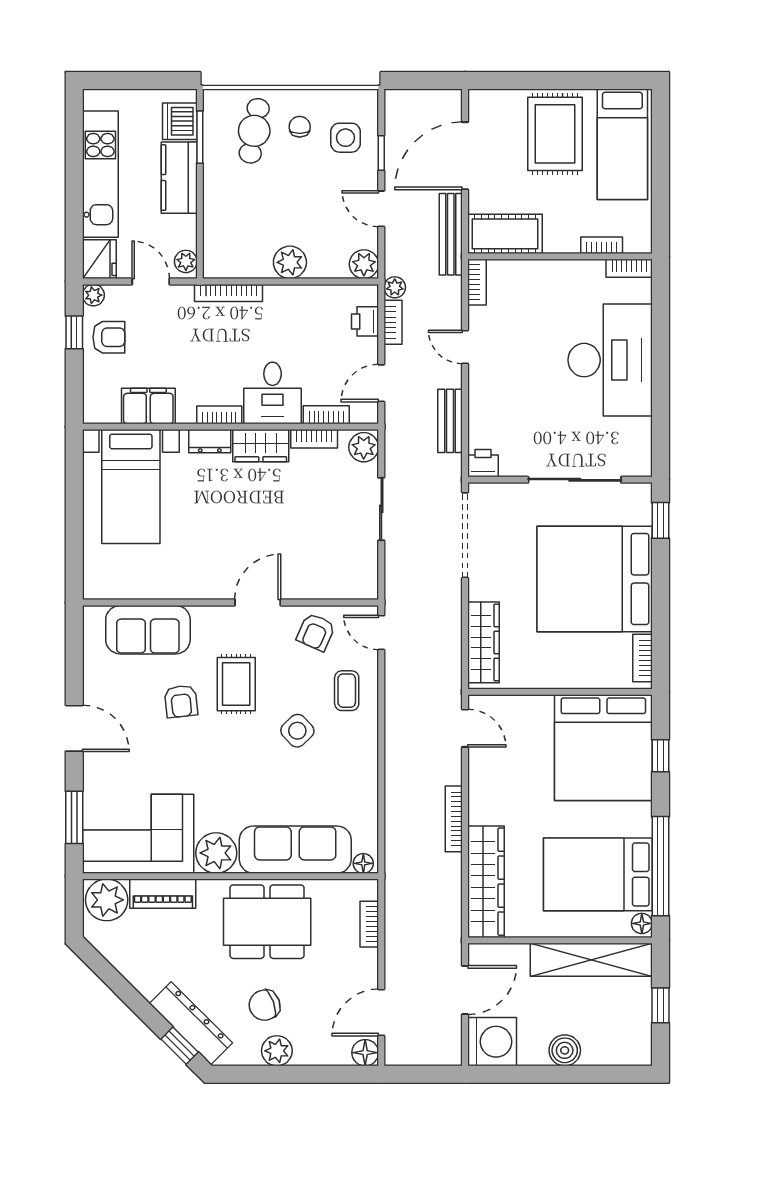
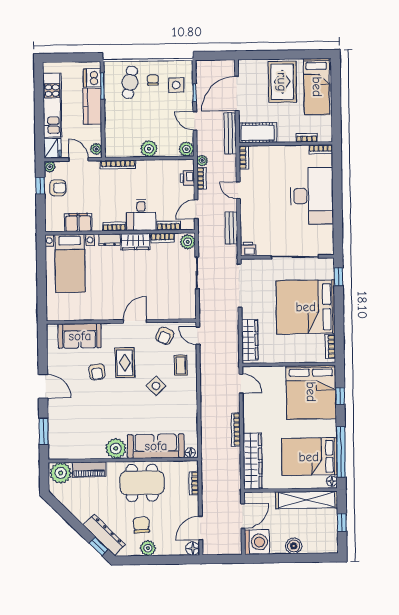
corner sofa: (138, 834) -> (76, 439), removed
chair: (265, 1005) -> (141, 525), turned 107

